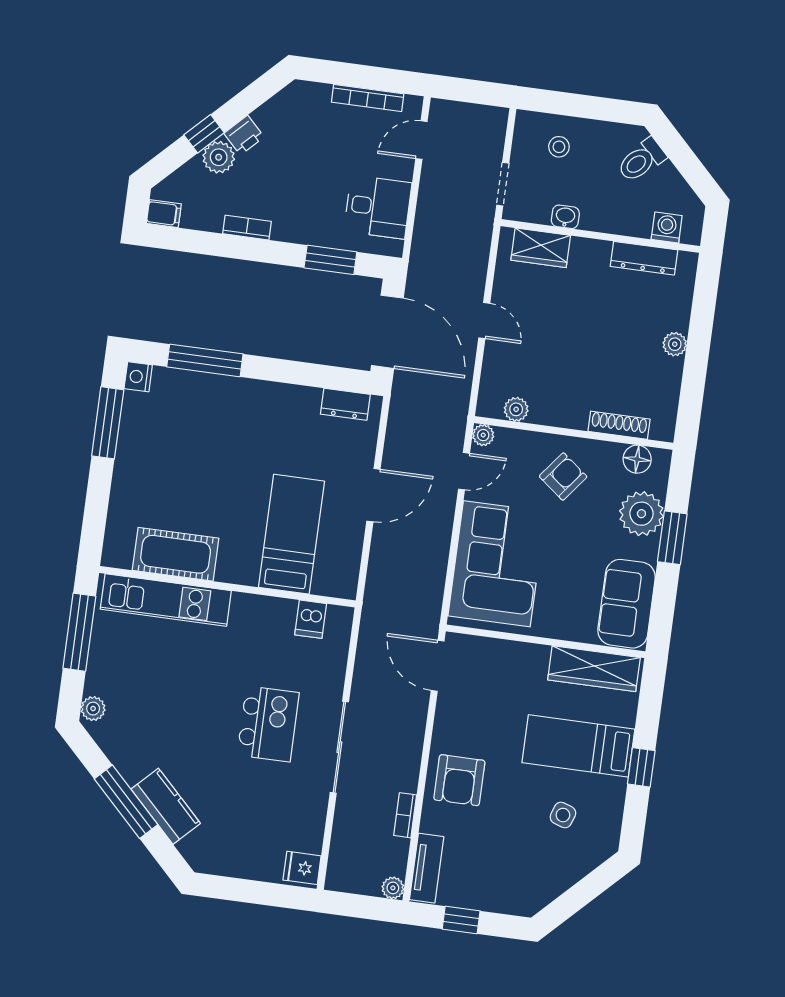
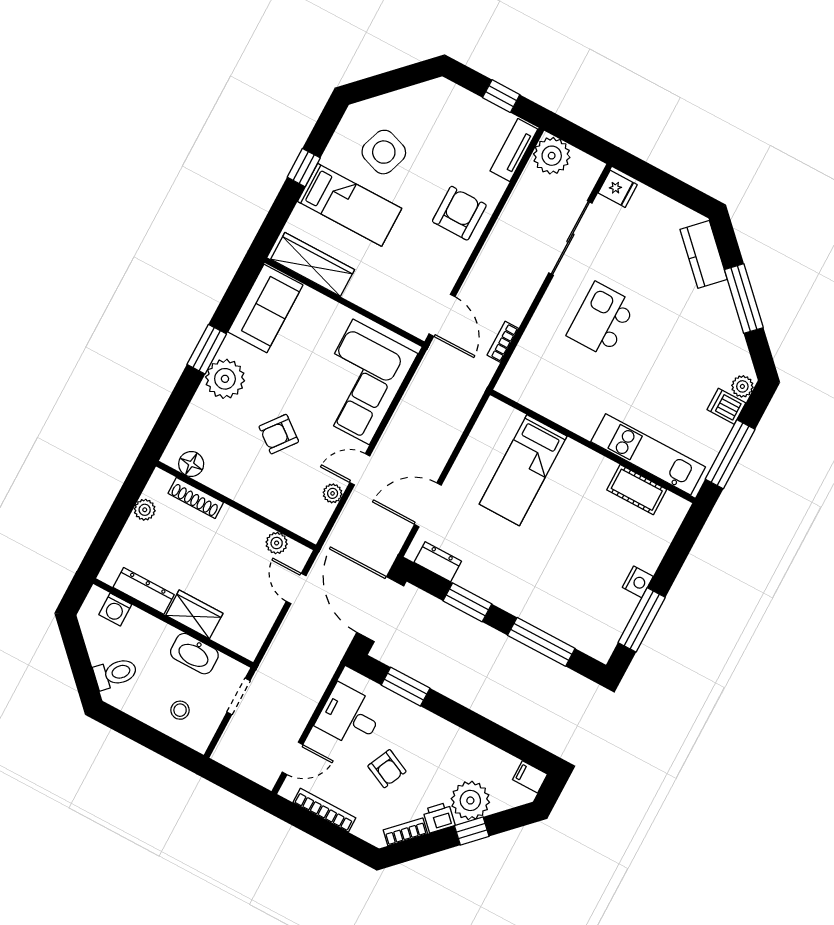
plant: (219, 157) -> (470, 800), width x1.36, depth x1.36
armchair: (318, 166) -> (387, 769), added
washbasin: (565, 217) -> (194, 654), width x1.91, depth x1.45
bookcase: (247, 228) -> (405, 832), moved, turned 135
wardrobe: (541, 248) -> (194, 614), moved
window: (298, 373) -> (467, 602), added
nightstand: (138, 377) -> (638, 582), moved
plant: (516, 409) -> (277, 543), moved
shoe rack: (619, 425) -> (196, 498), moved
wall: (574, 433) -> (236, 506), moved
floor lamp: (637, 459) -> (191, 464), moved
door: (373, 495) -> (428, 505), moved
cot: (176, 554) -> (637, 490), width x0.73, depth x0.75
dishwasher: (311, 619) -> (726, 406), moved, turned -90
sliding door: (339, 747) -> (570, 238), moved
kitchen counter: (166, 806) -> (704, 254), moved
bookcase: (405, 815) -> (503, 342), moved, turned 180
side table: (563, 815) -> (384, 152), width x1.87, depth x1.87
plant: (393, 888) -> (552, 156), width x1.87, depth x1.87

